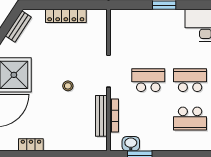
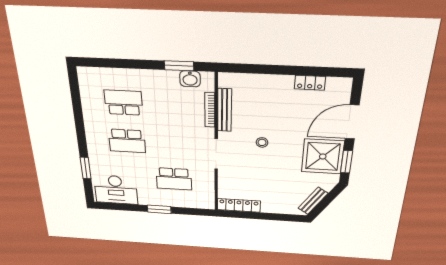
locker: (66, 16) -> (239, 205), moved
school desk: (148, 80) -> (174, 179), moved

